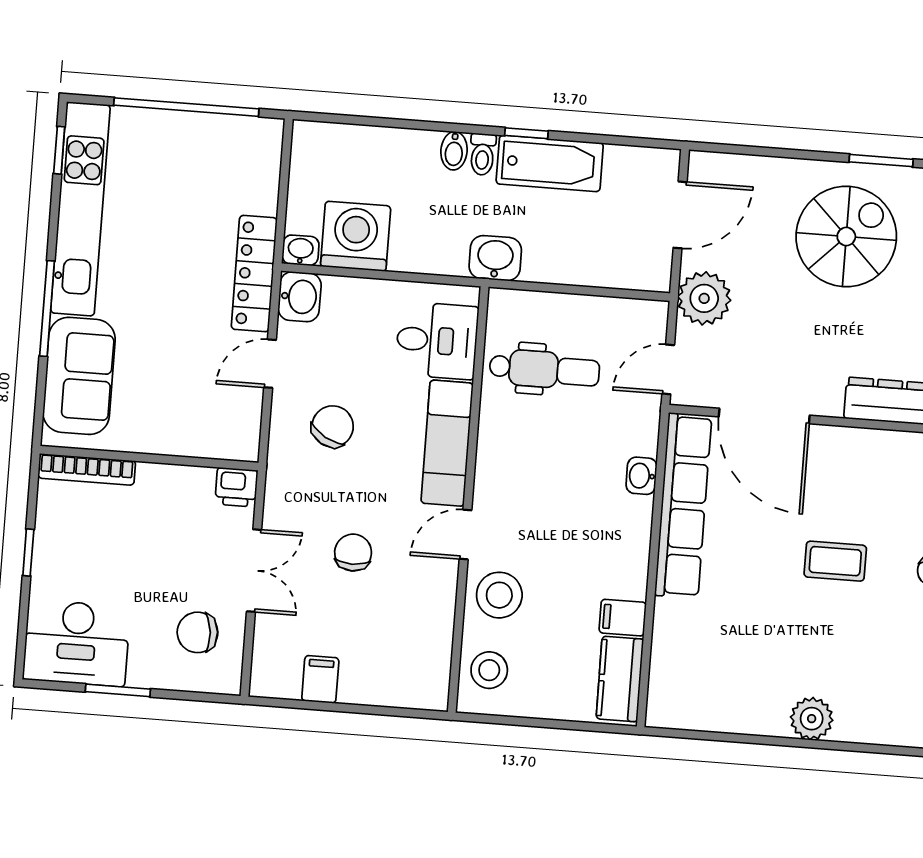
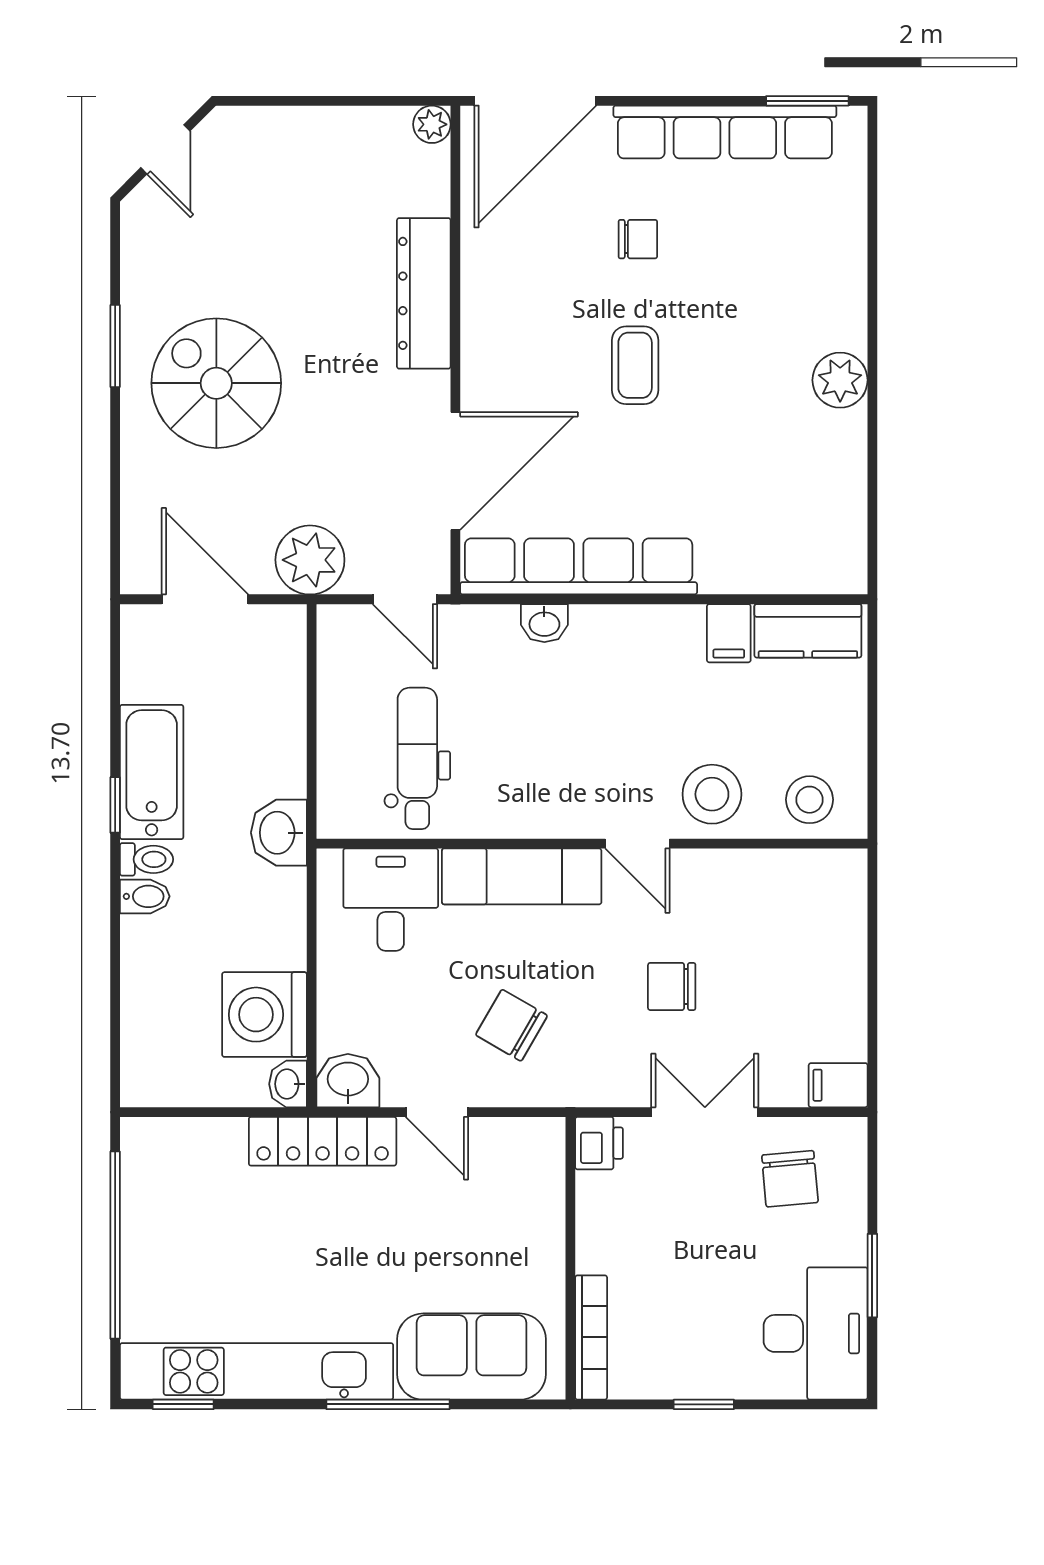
filing cabinet: (320, 679) -> (838, 1085), moved

